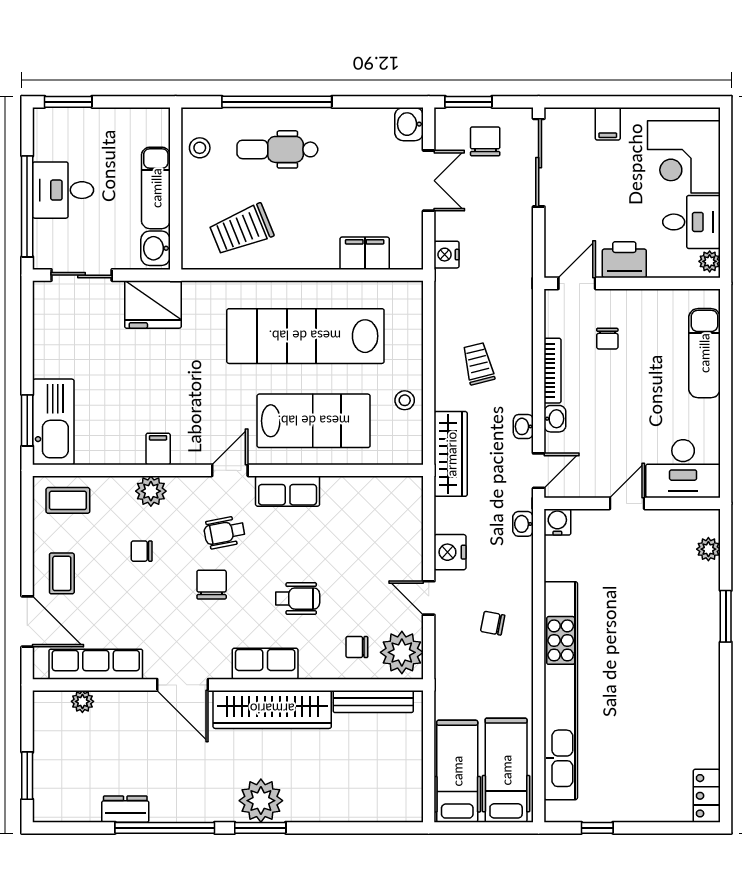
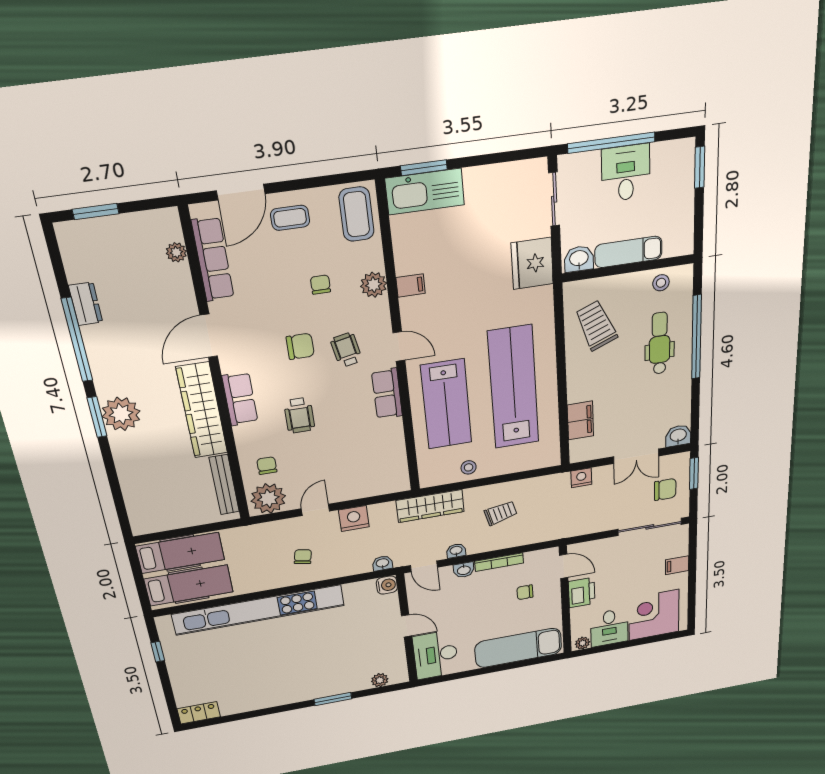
exam couch: (704, 353) -> (518, 648), width x1.36, depth x1.45
coffee table: (68, 500) -> (357, 214), width x1.36, depth x1.30

